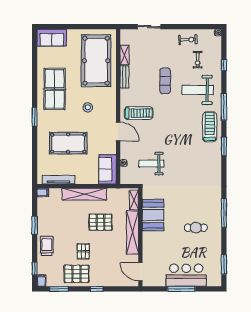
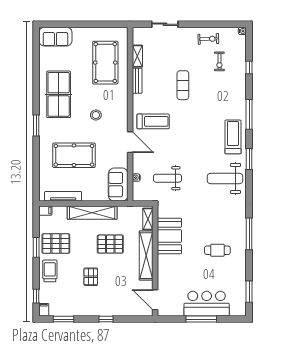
pool table: (96, 61) -> (105, 63), width x0.73, depth x0.76
weight bench: (198, 90) -> (225, 178), moved
pallet: (77, 274) -> (56, 244), moved

